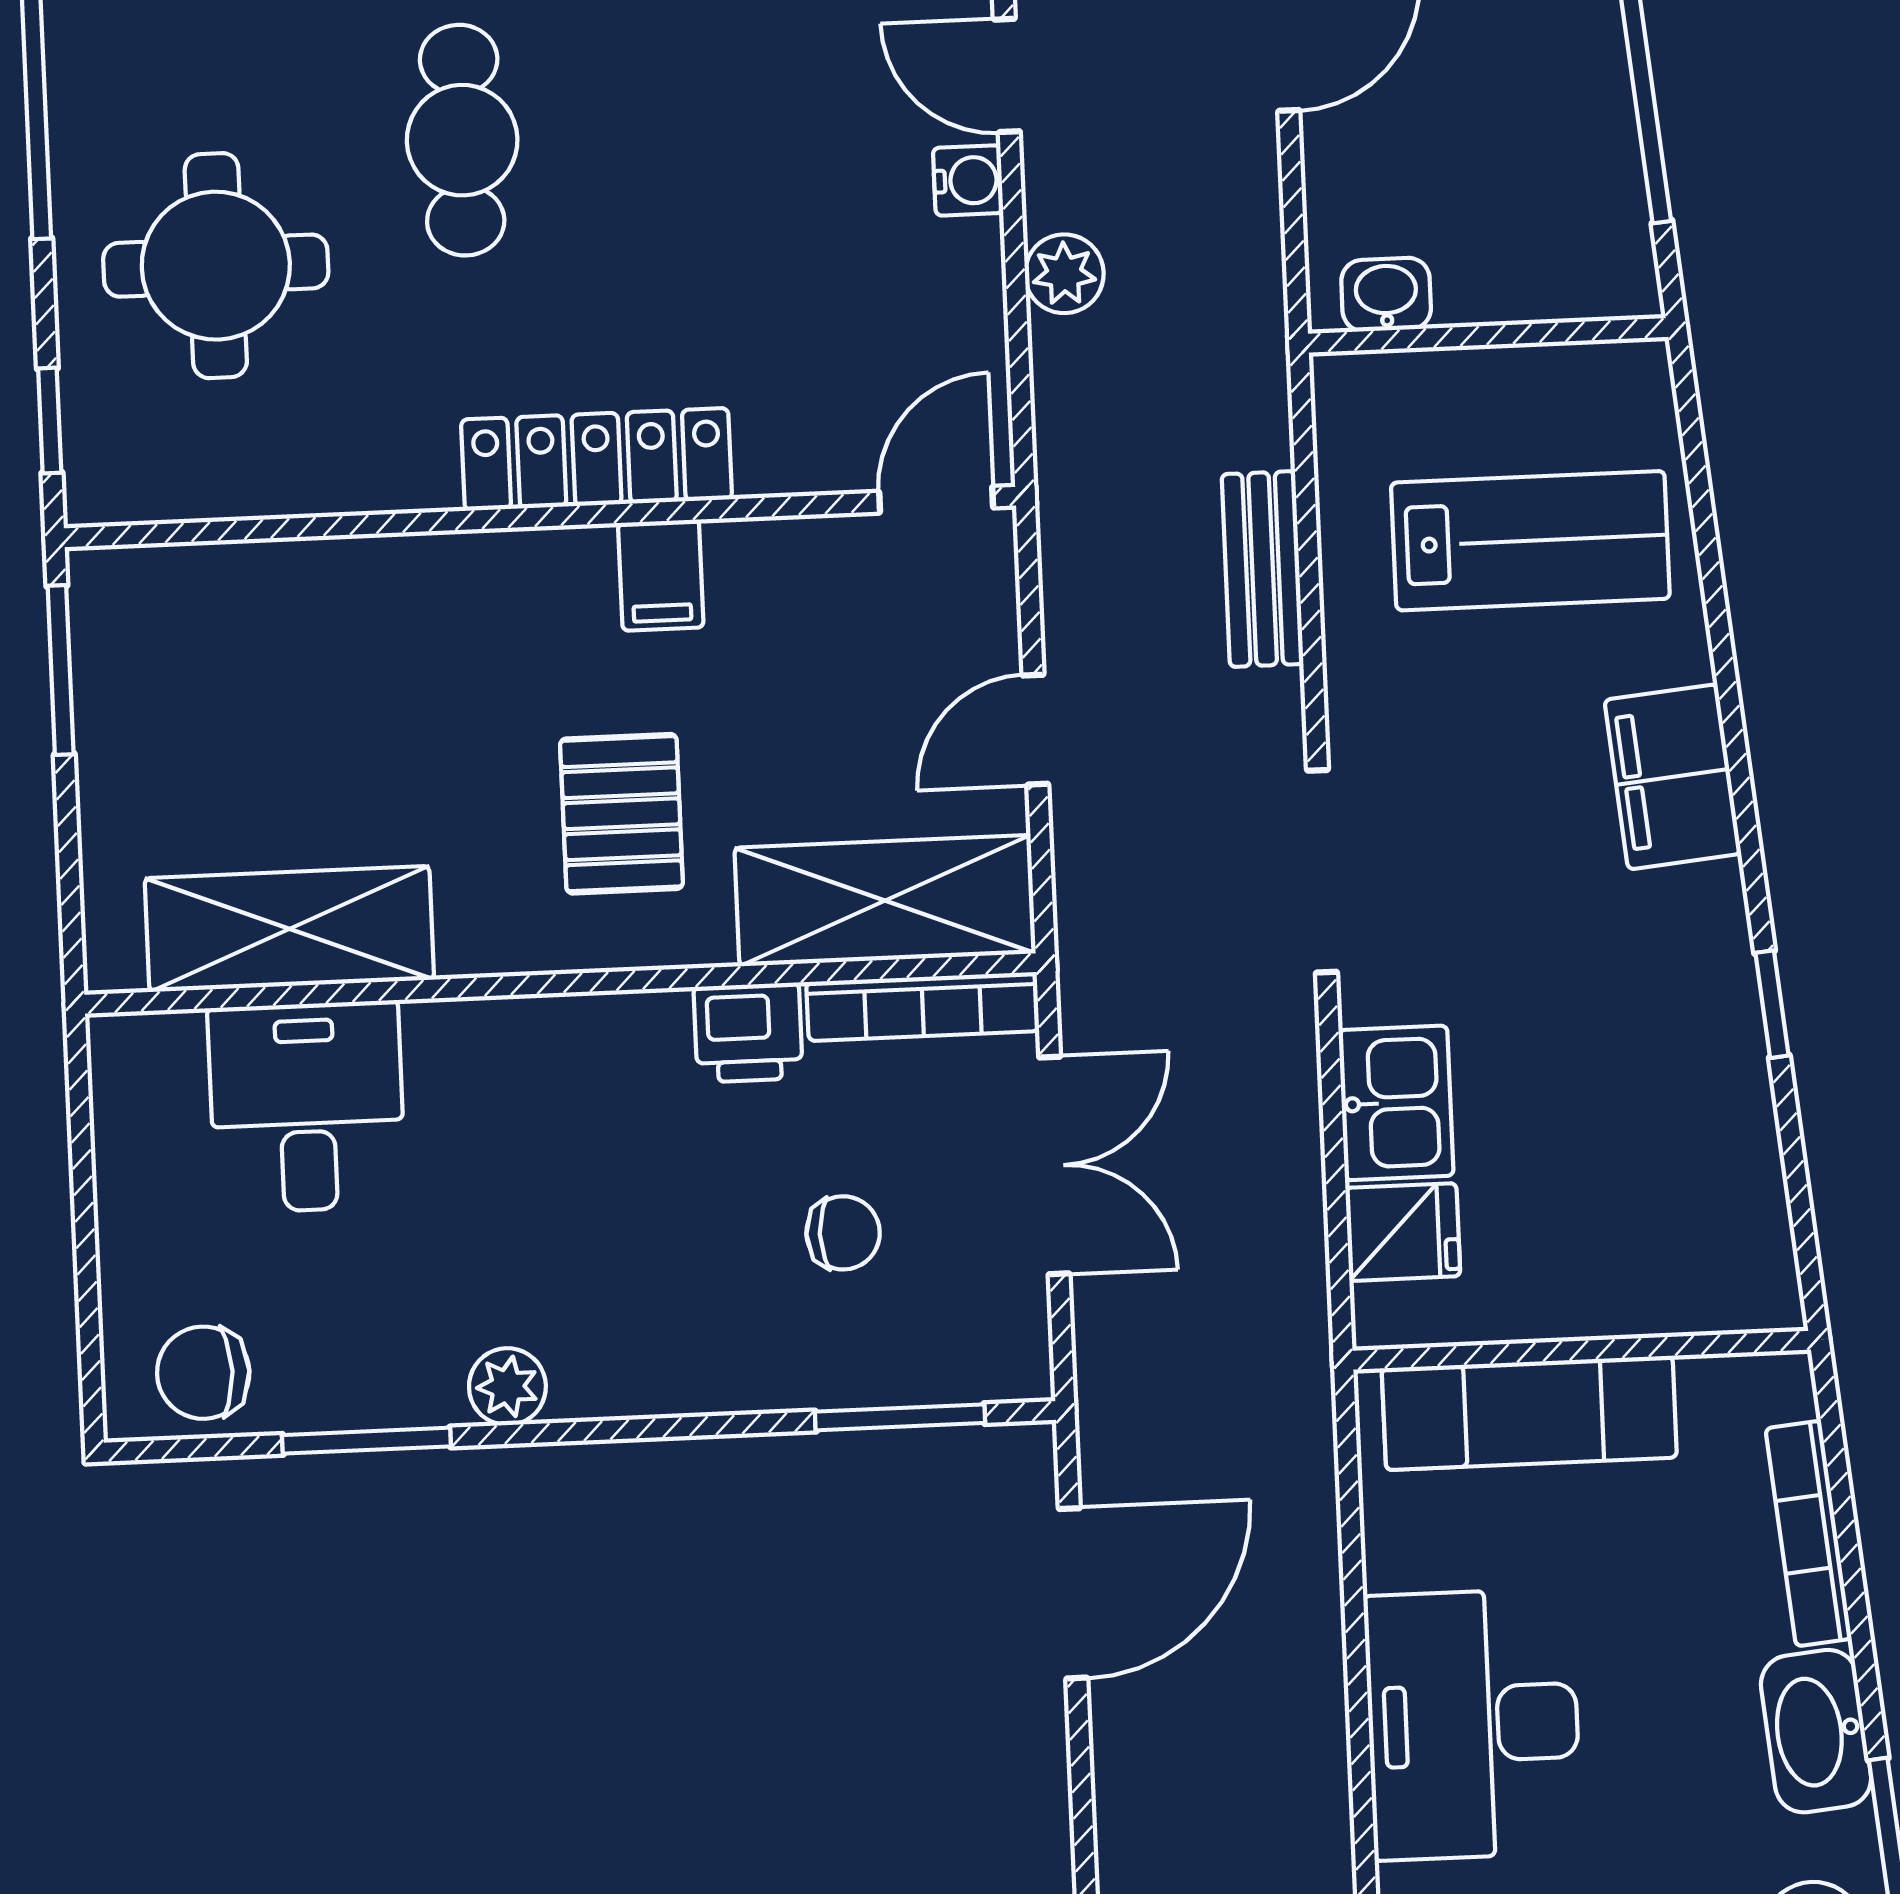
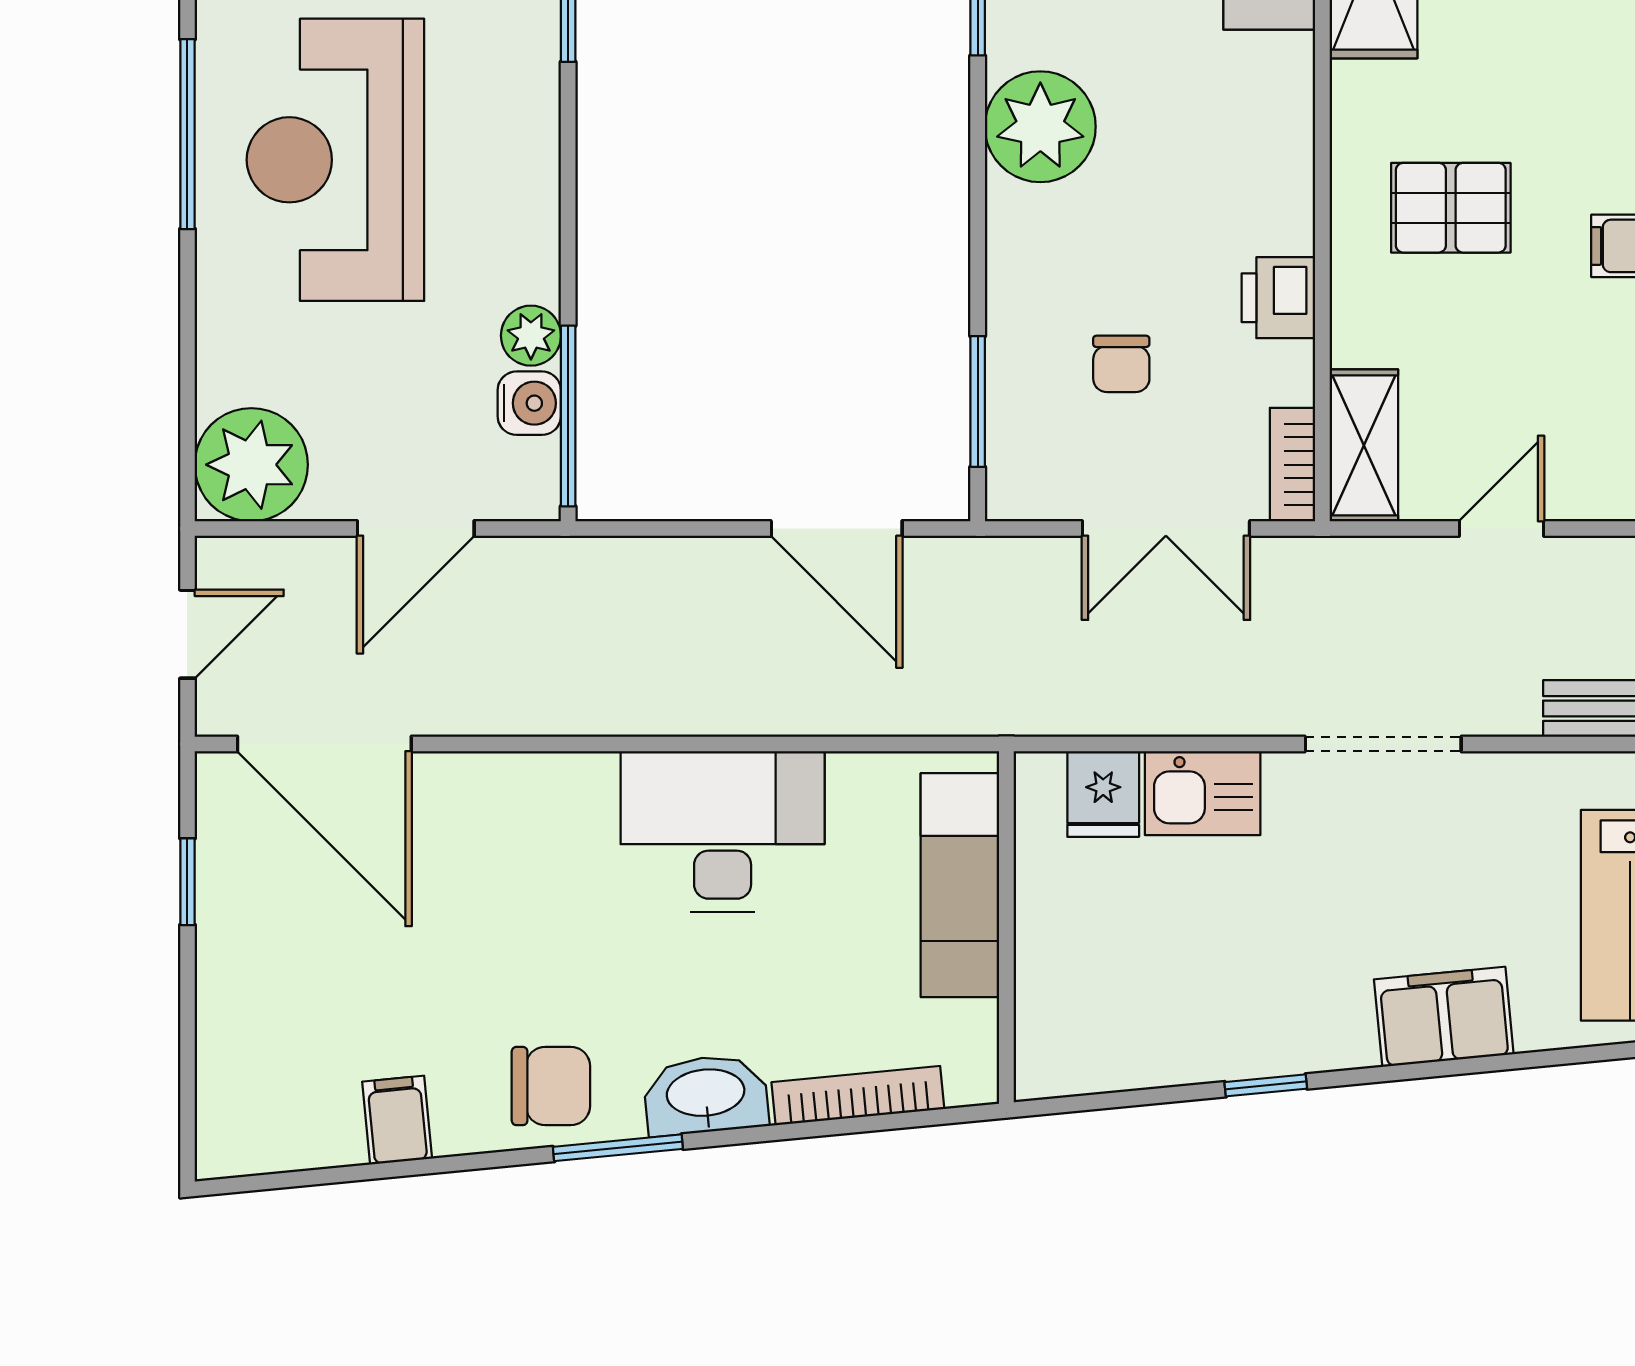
door: (1035, 730) -> (1501, 529), hinge flipped
shelving: (885, 901) -> (1364, 445), width x0.67, depth x0.75
bookcase: (923, 1007) -> (1293, 465), width x0.64
plant: (507, 1387) -> (1040, 127), width x1.88, depth x1.88

